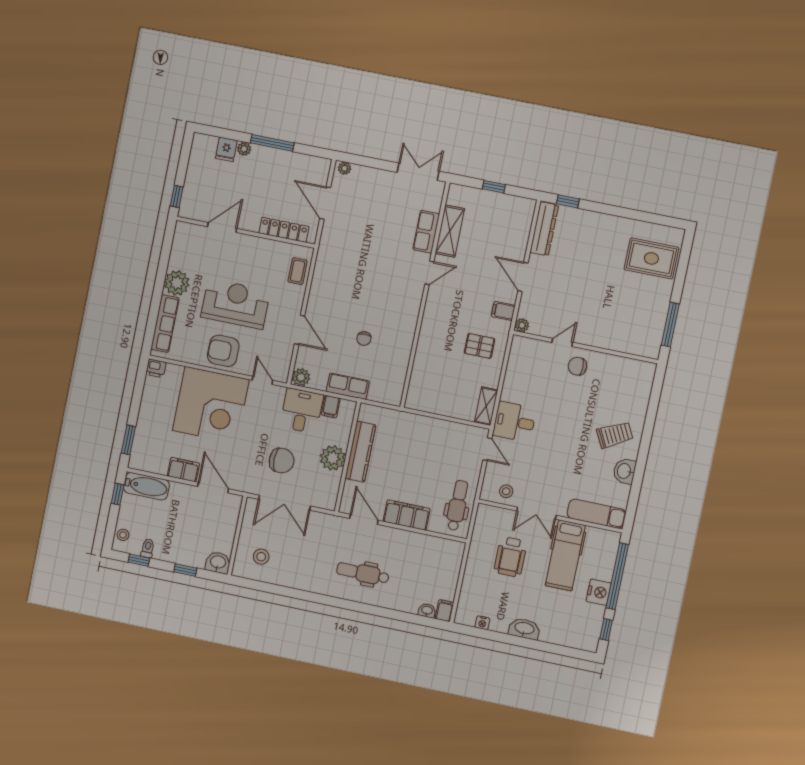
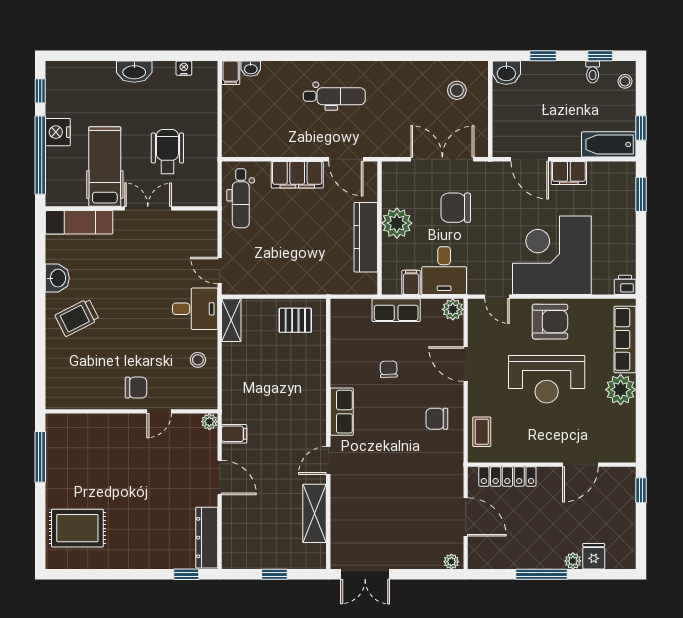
row of seats: (426, 232) -> (342, 412), moved
chair: (332, 289) -> (437, 419), added
pallet: (480, 346) -> (295, 320), moved
stool: (506, 491) -> (198, 360), moved

